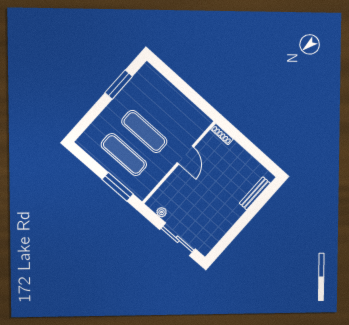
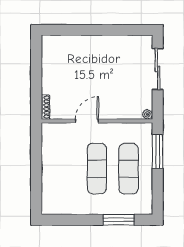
window: (119, 85) -> (119, 220), moved
bench: (255, 193) -> (68, 40), removed
plant: (162, 212) -> (147, 114), moved

